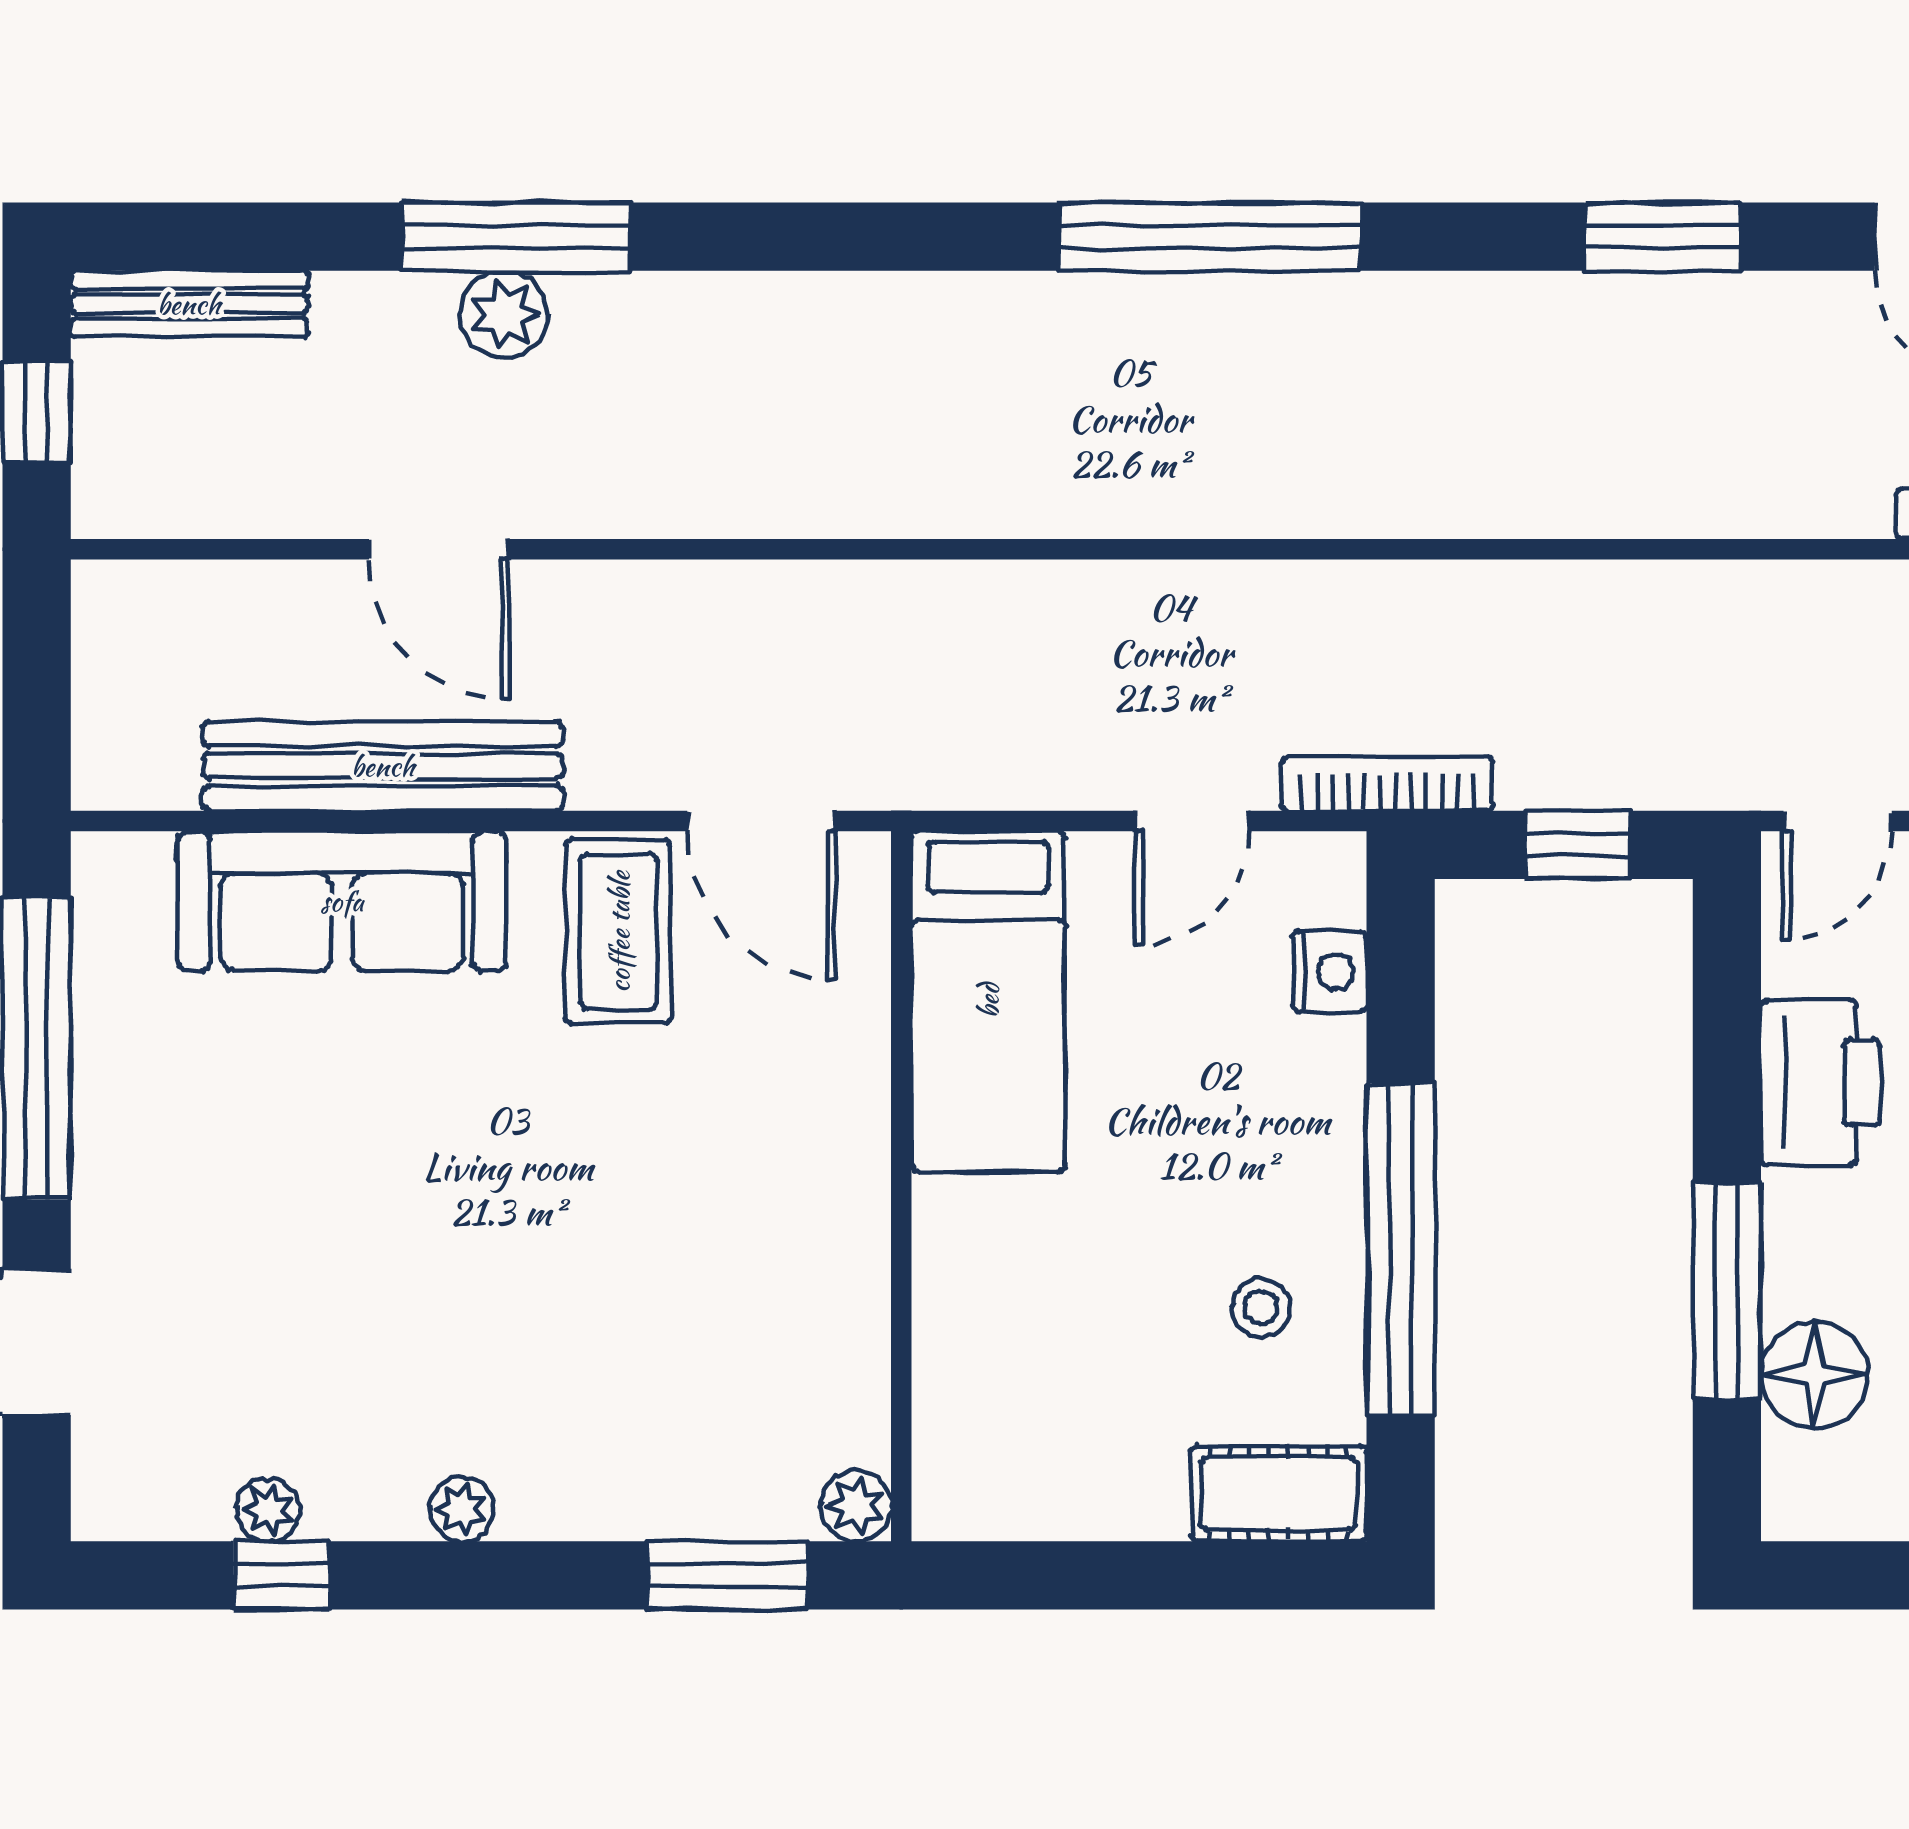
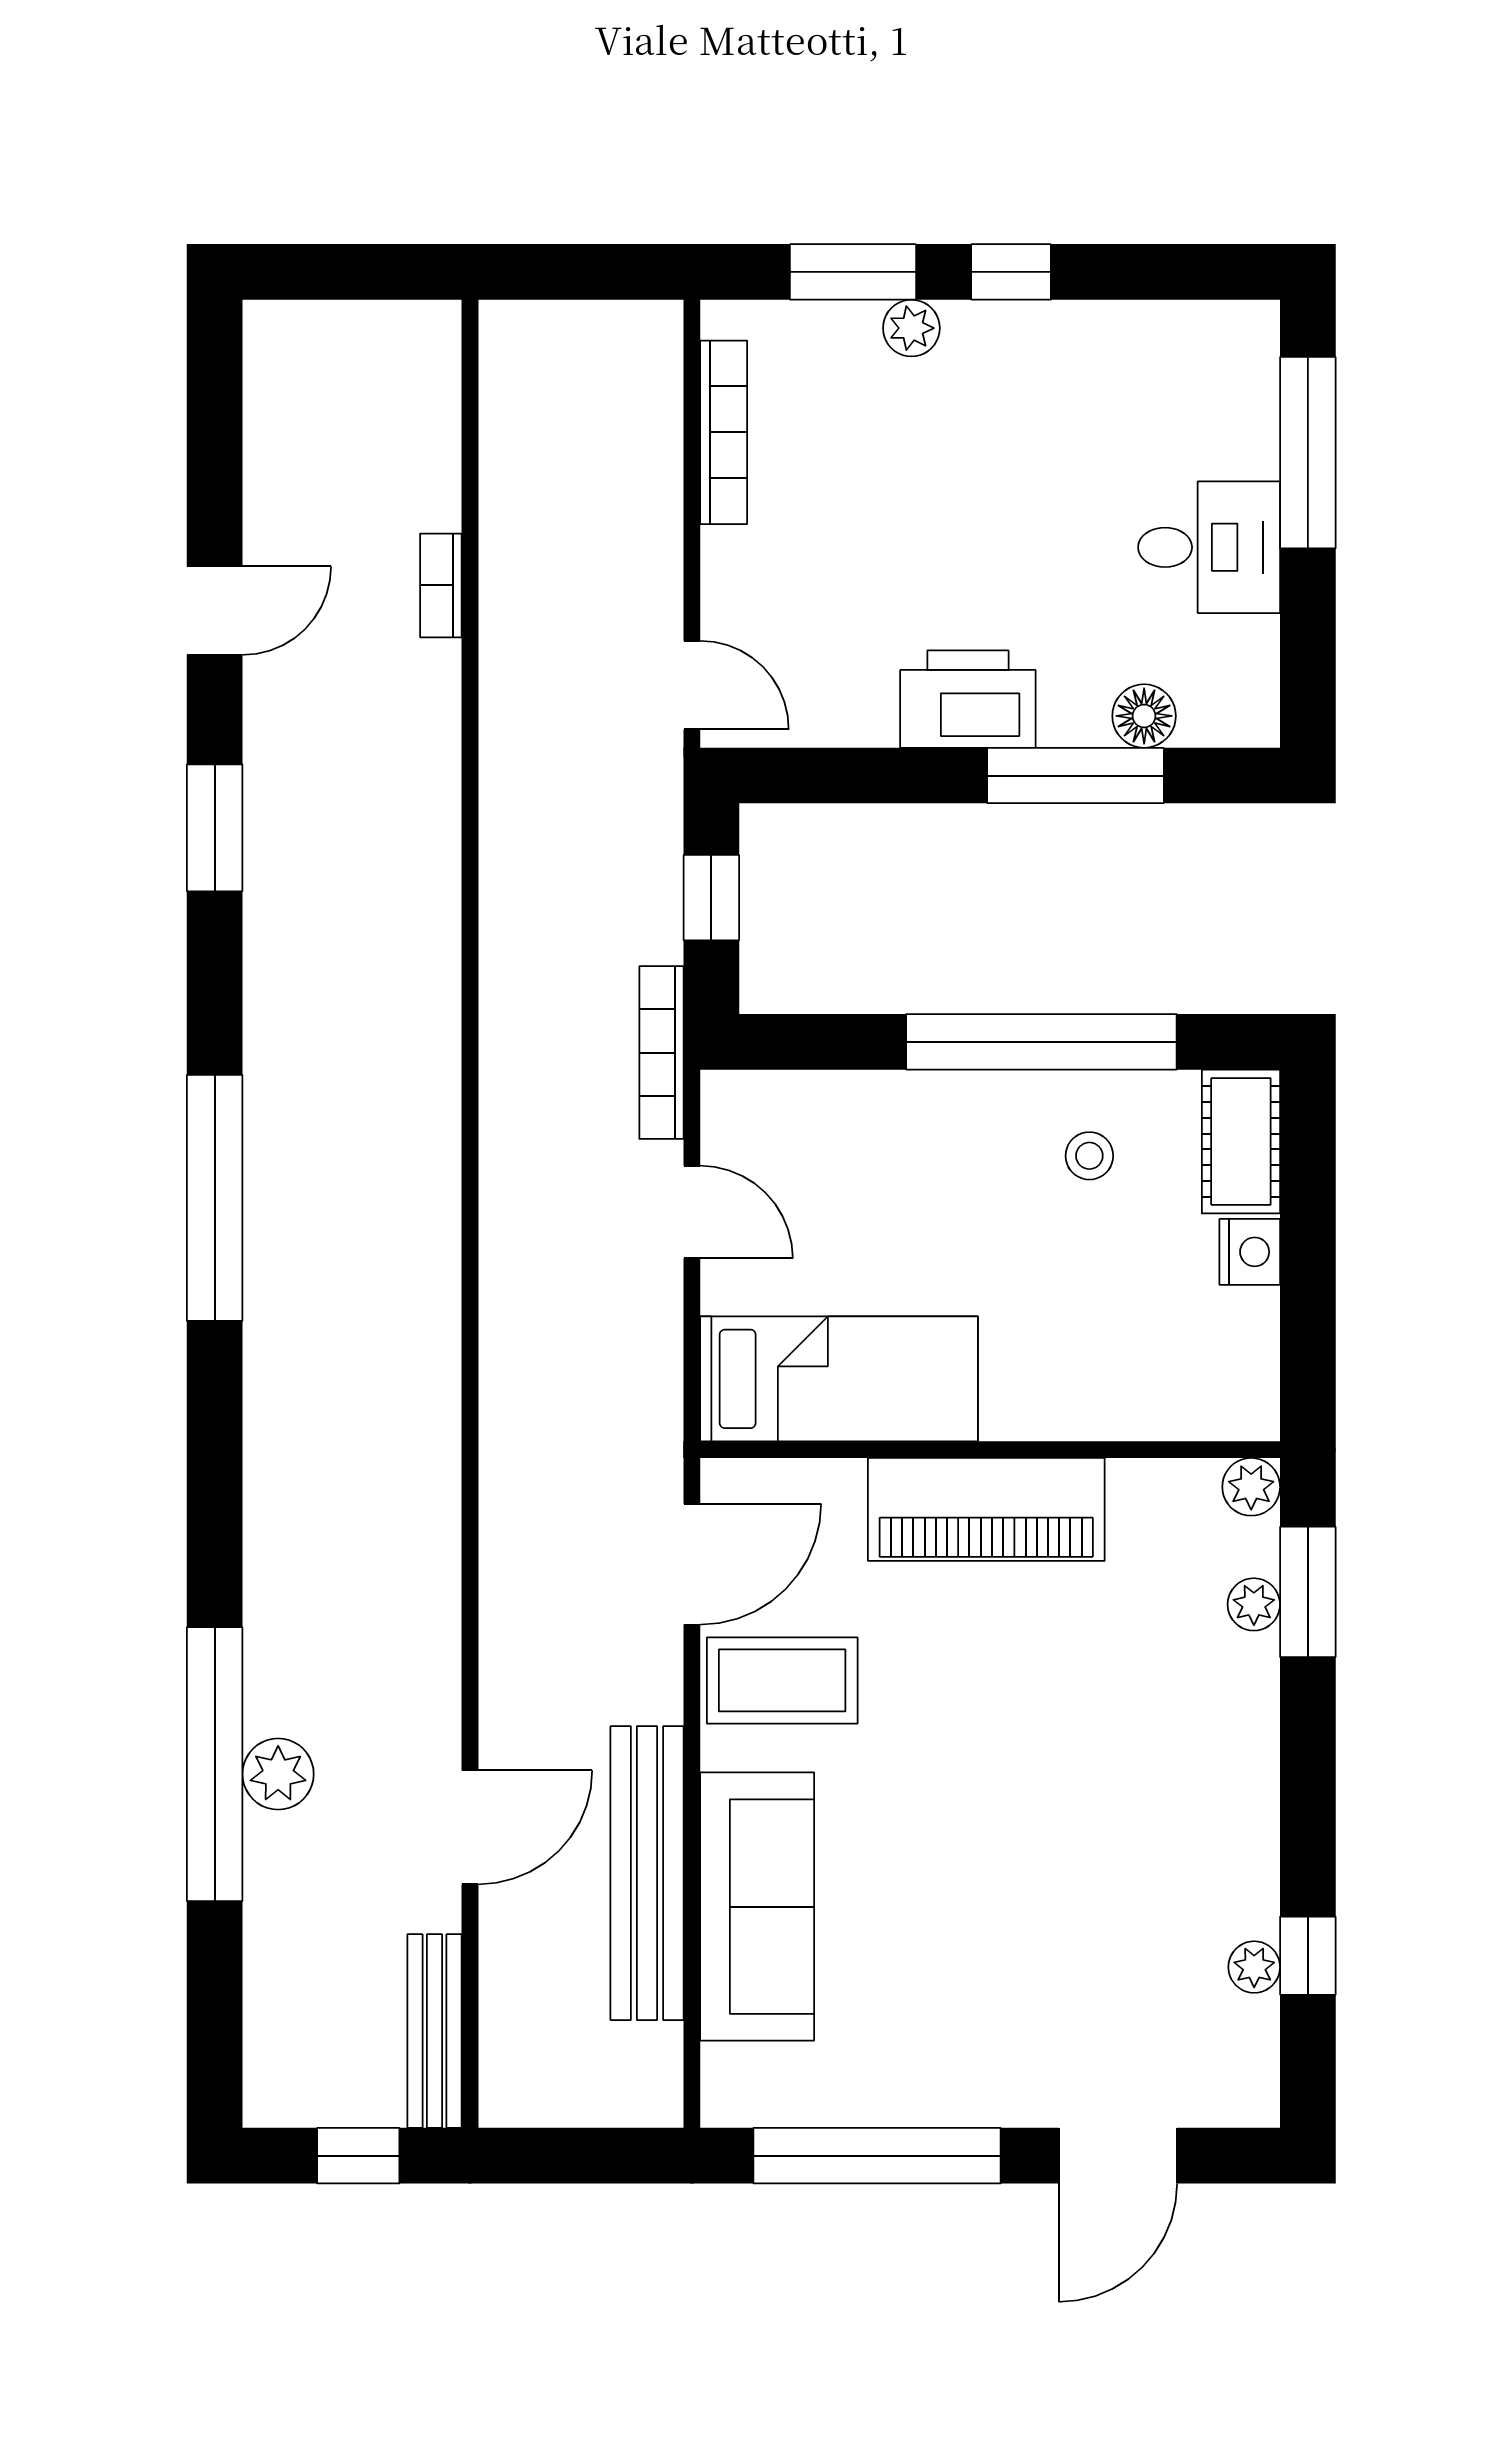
window: (516, 237) -> (215, 1764), width x1.46
bench: (189, 304) -> (434, 2031), moved
nightstand: (1330, 972) -> (1250, 1252), moved, turned 90
printer: (1820, 1083) -> (968, 699), moved
piano: (828, 1182) -> (986, 1509), added
floor lamp: (1814, 1375) -> (1144, 716), width x0.73, depth x0.73
plant: (462, 1509) -> (1254, 1604), moved

